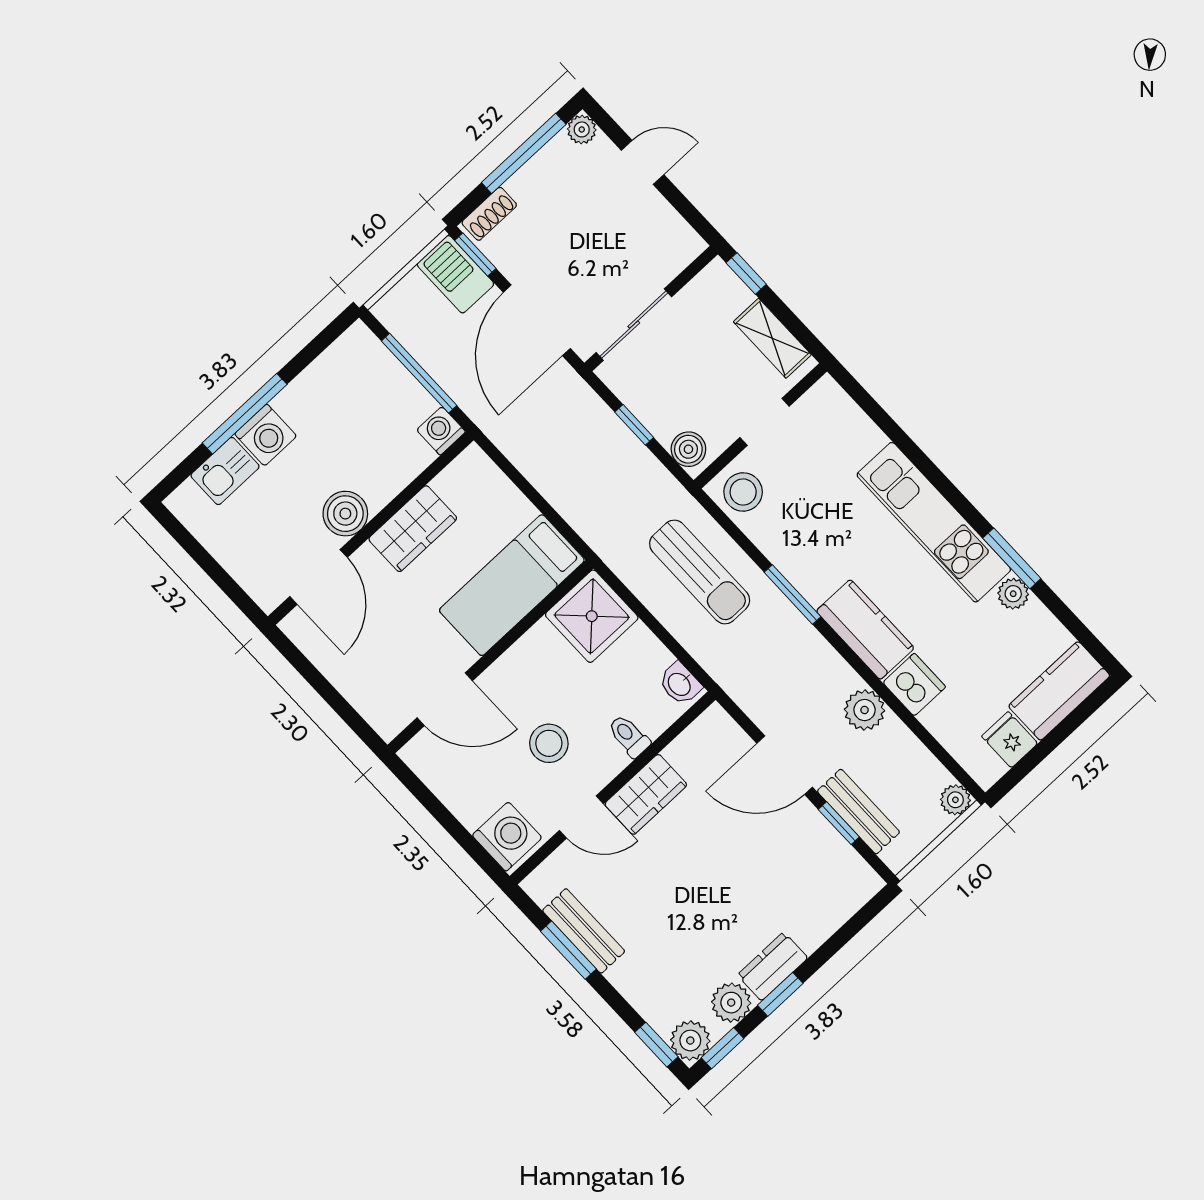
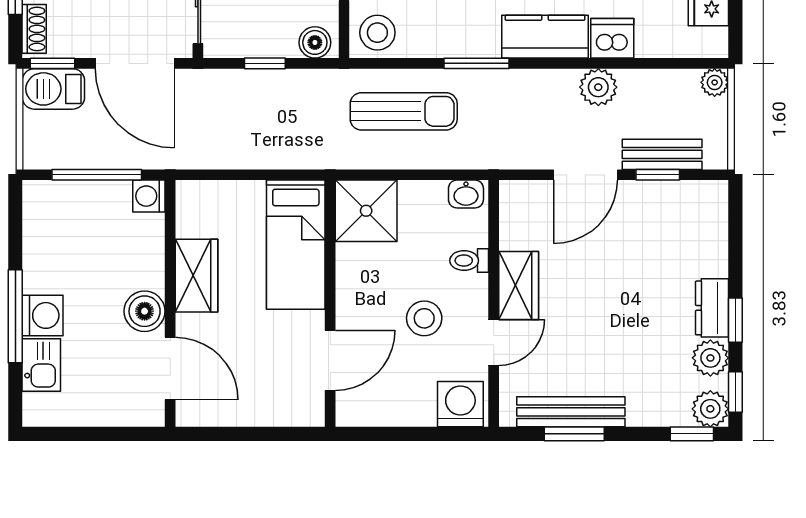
bench: (584, 931) -> (571, 412), width x1.36

